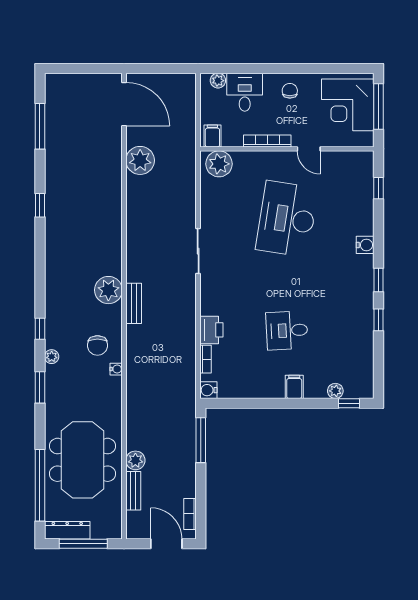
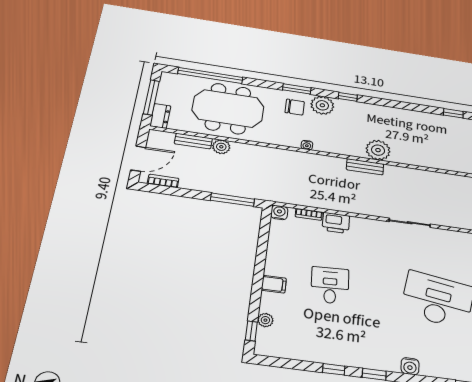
chair: (97, 345) -> (295, 107), moved, turned 180
plant: (52, 357) -> (322, 105), width x1.88, depth x1.88
dresser: (67, 530) -> (160, 116), moved, width x0.70

